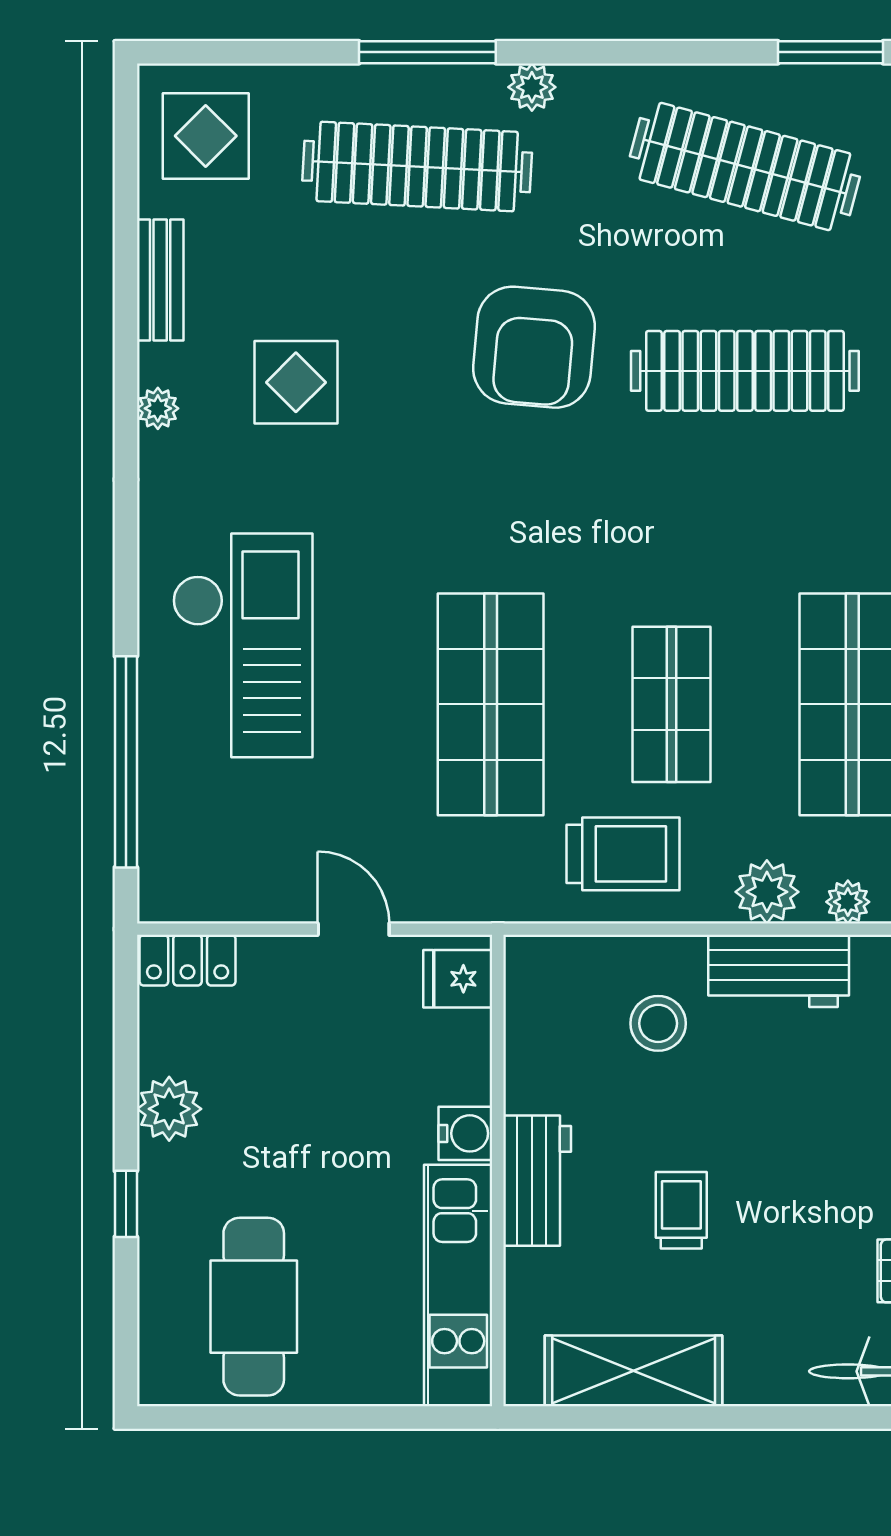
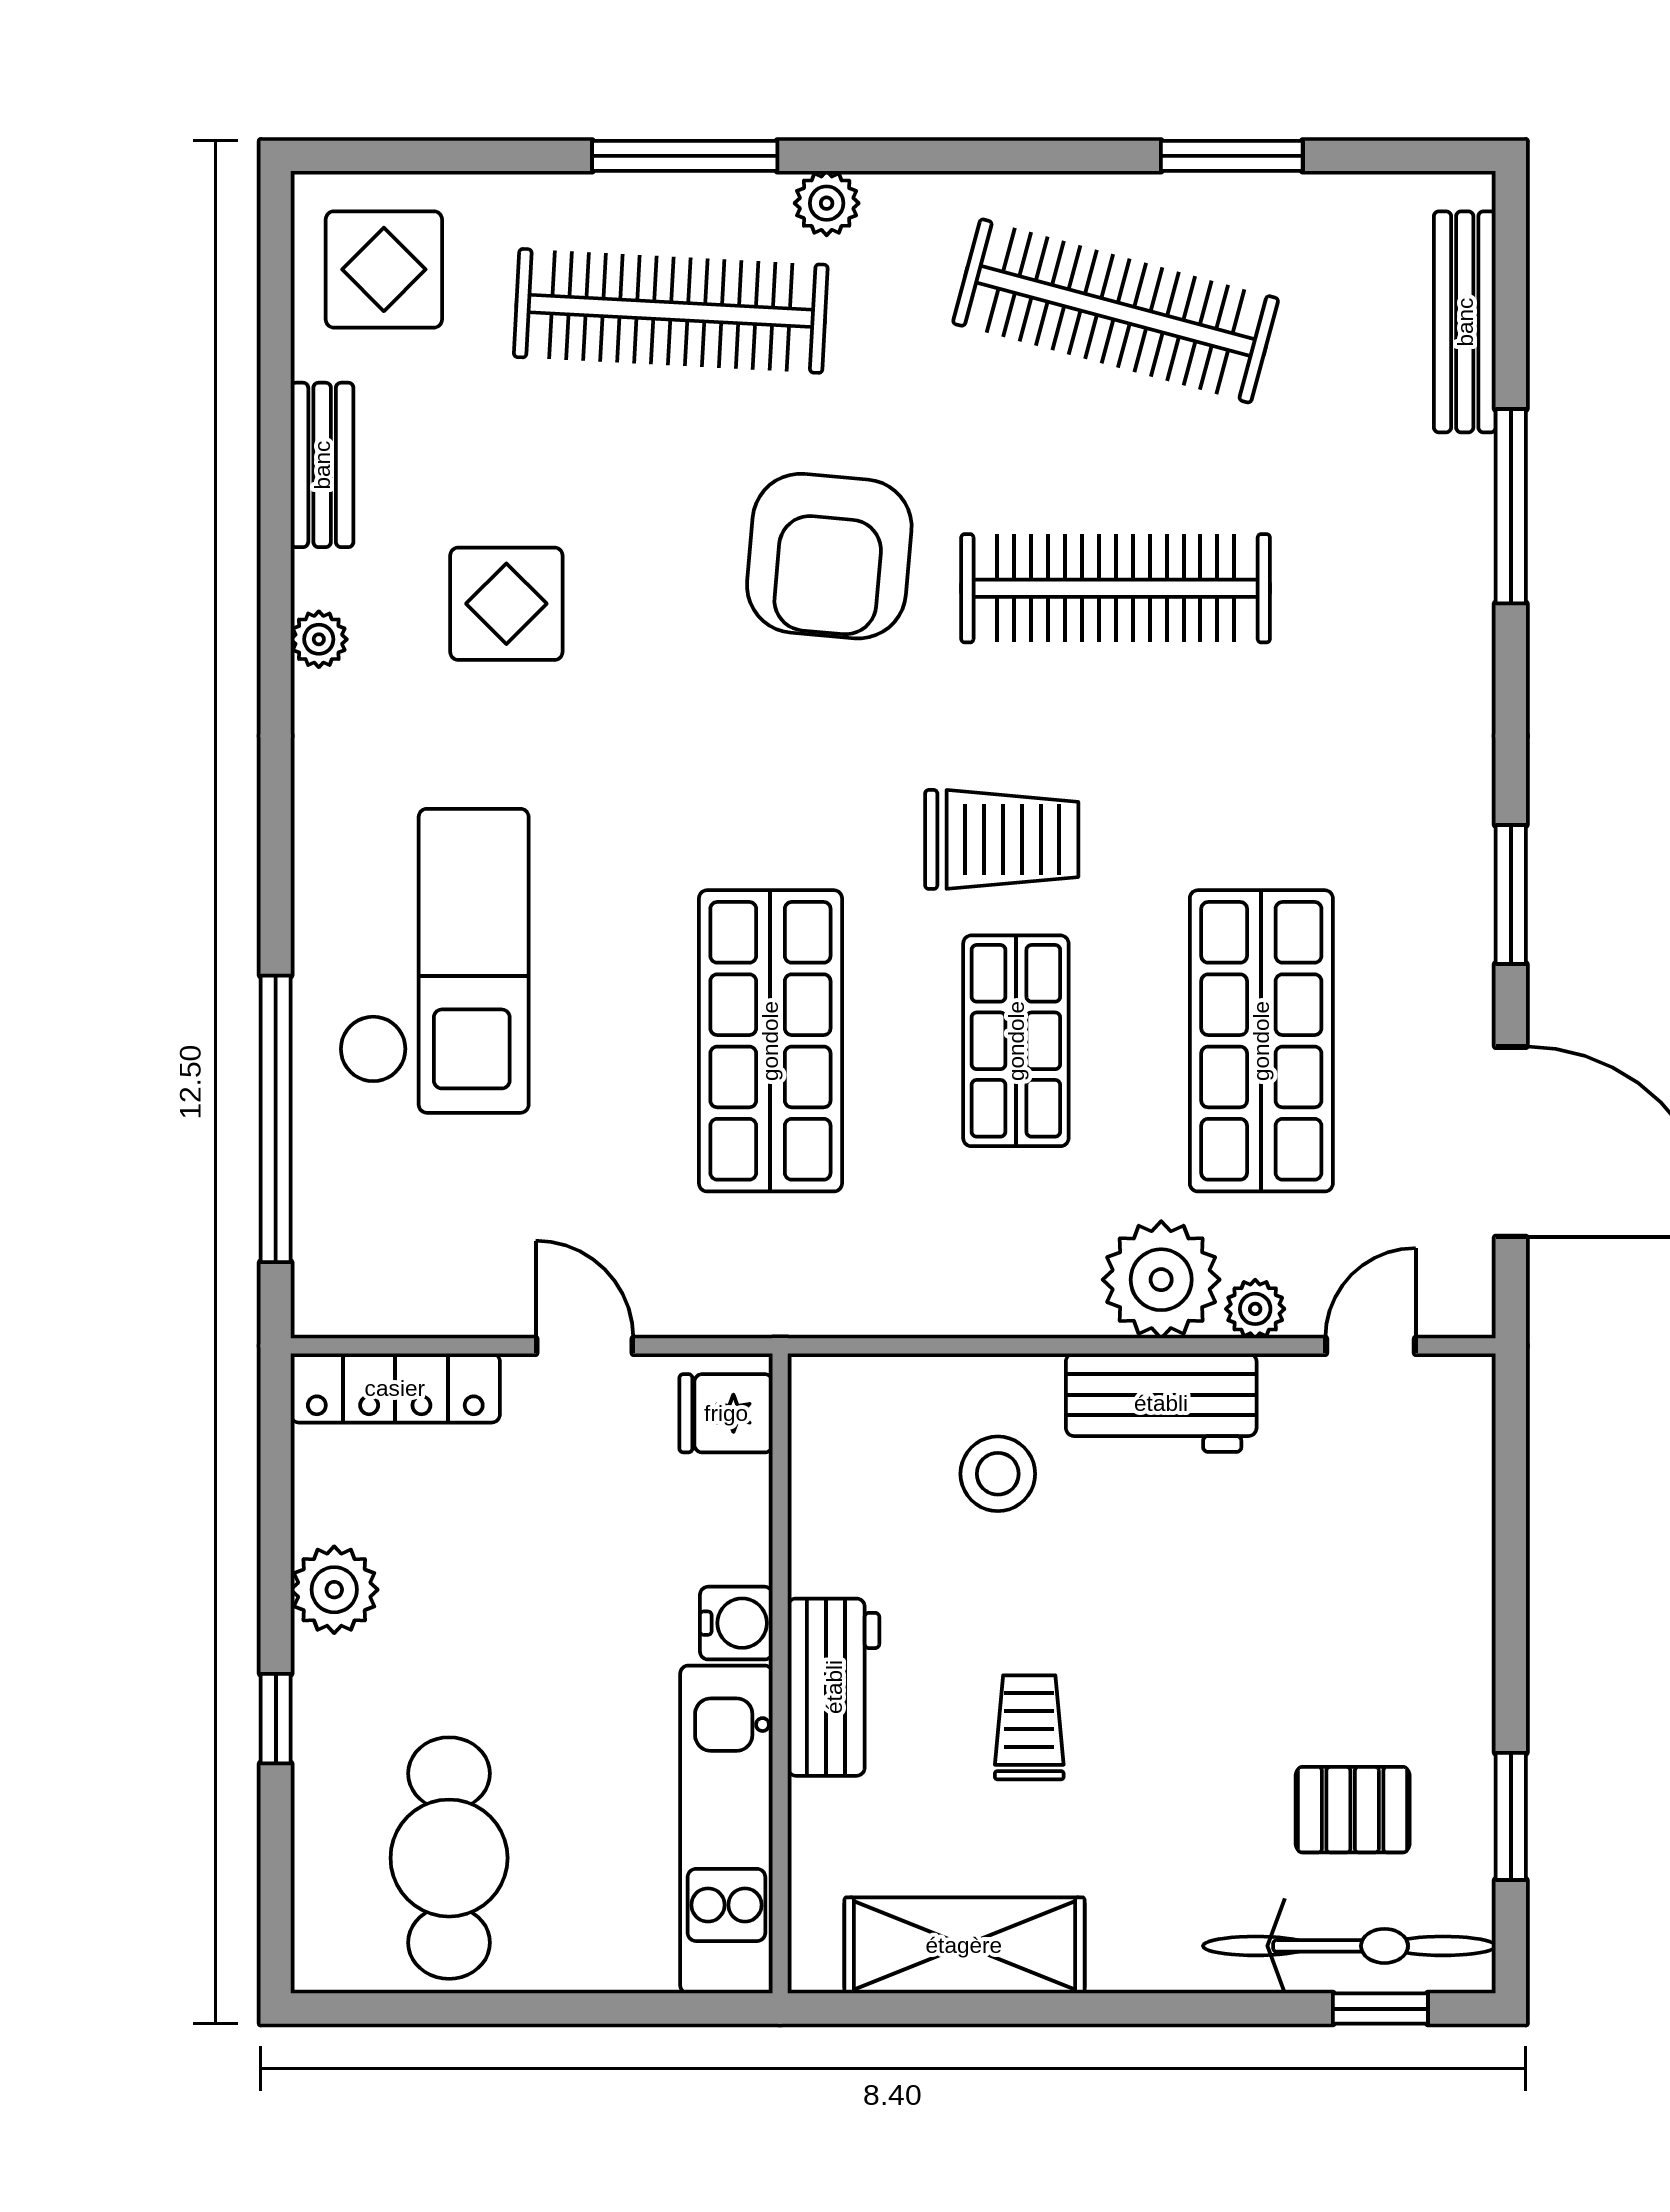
trolley: (623, 854) -> (1002, 839), moved
plant: (767, 892) -> (1161, 1280), width x1.36, depth x1.36
locker: (188, 960) -> (395, 1388), width x1.53

